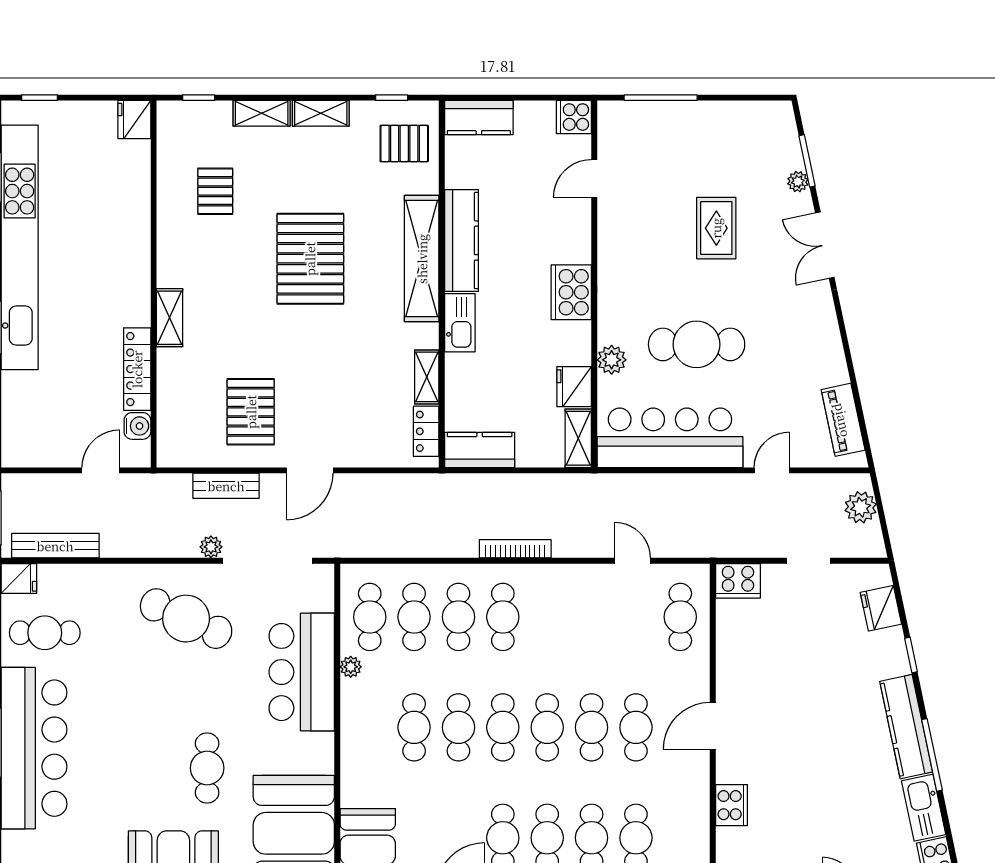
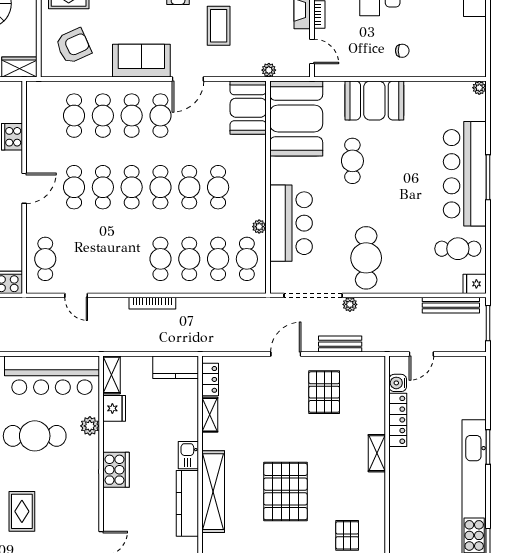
kitchen sink: (460, 323) -> (188, 455), width x0.73
cafe table: (186, 619) -> (366, 258), turned 66

